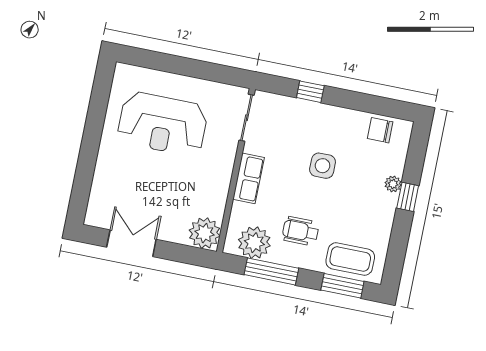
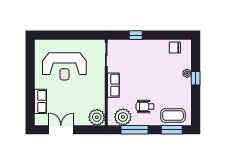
side table: (323, 166) -> (149, 71), removed
row of seats: (103, 181) -> (40, 101), added

